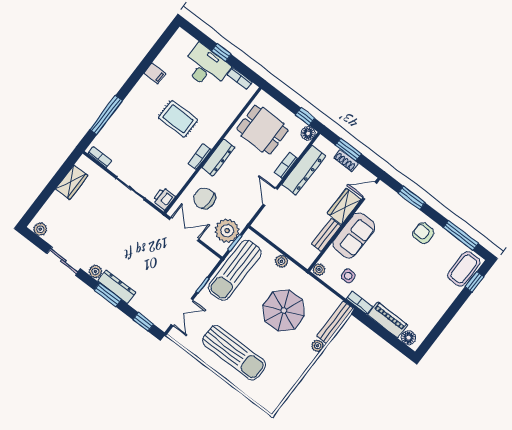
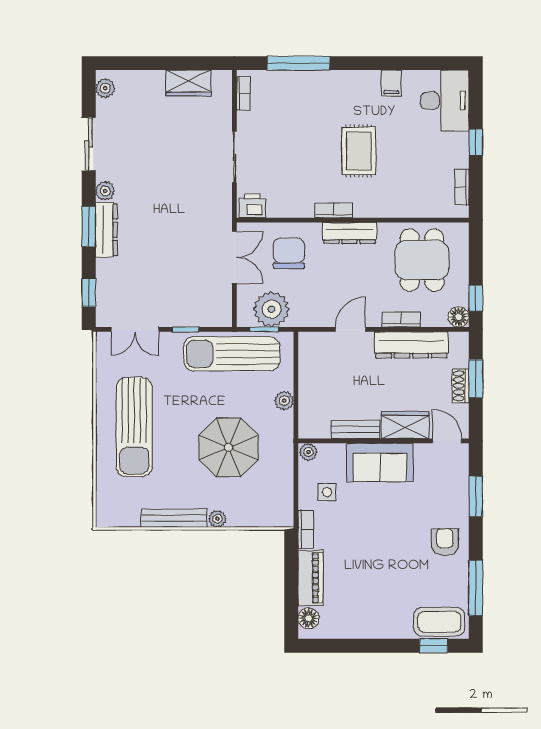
desk: (206, 67) -> (445, 101), moved
bench: (335, 322) -> (174, 518), moved

